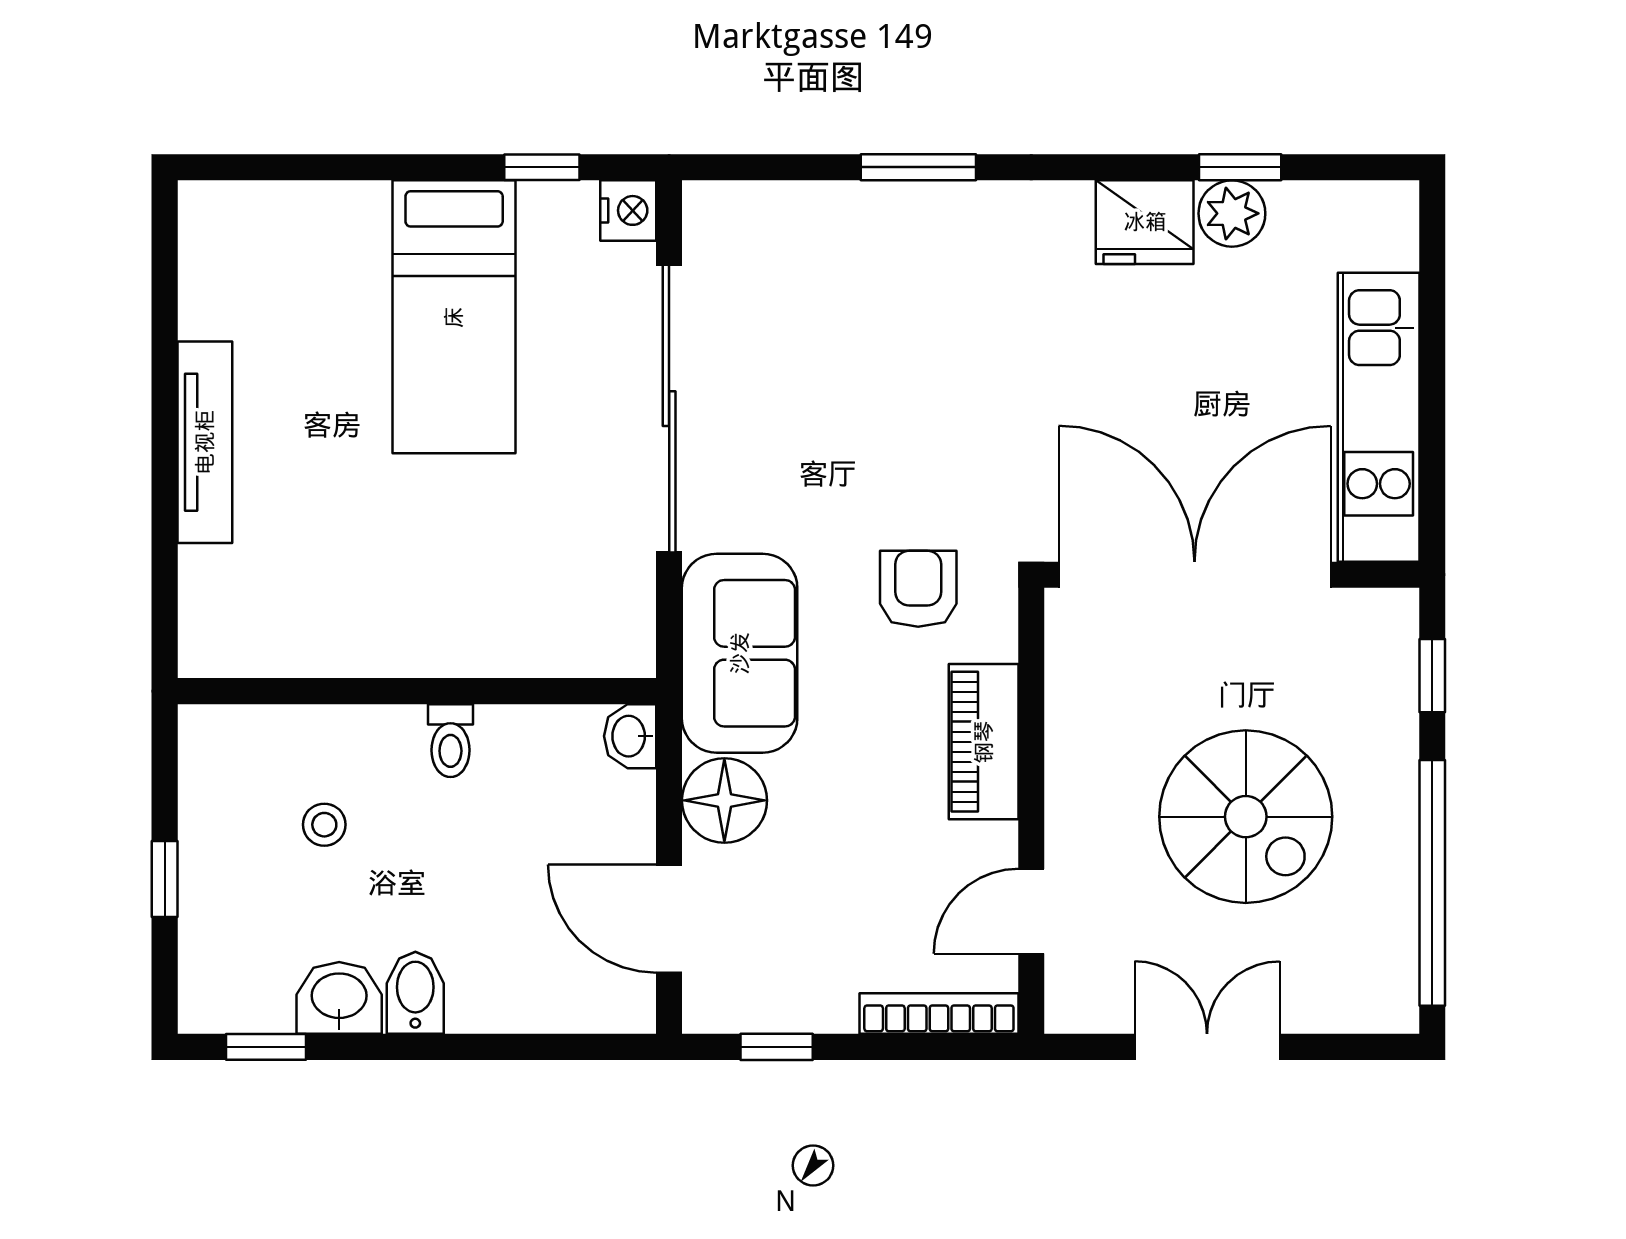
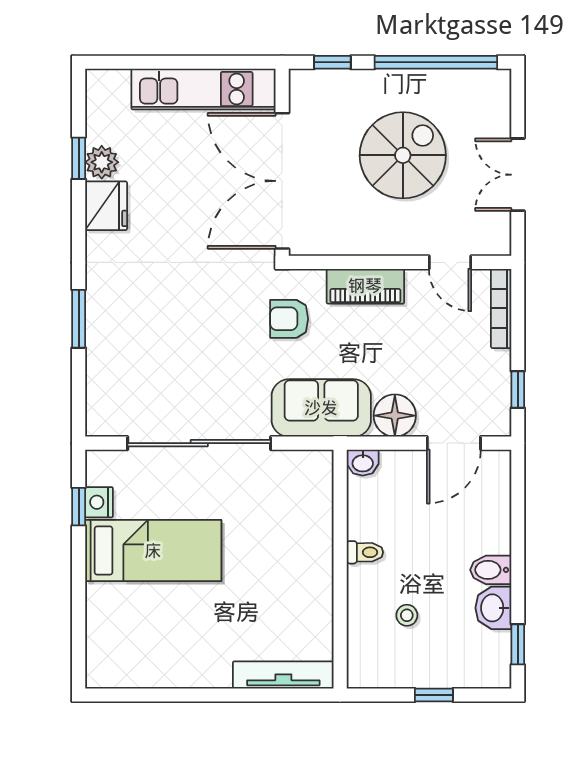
nightstand: (628, 210) -> (99, 502), moved, turned -90
tv unit: (205, 442) -> (283, 675), moved

